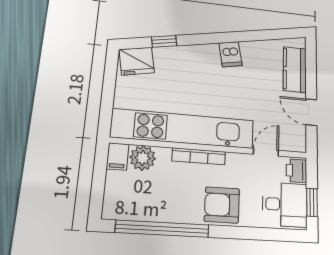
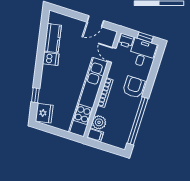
kitchen counter: (295, 69) -> (53, 38), moved, turned -101
armchair: (222, 205) -> (134, 87), turned 180

